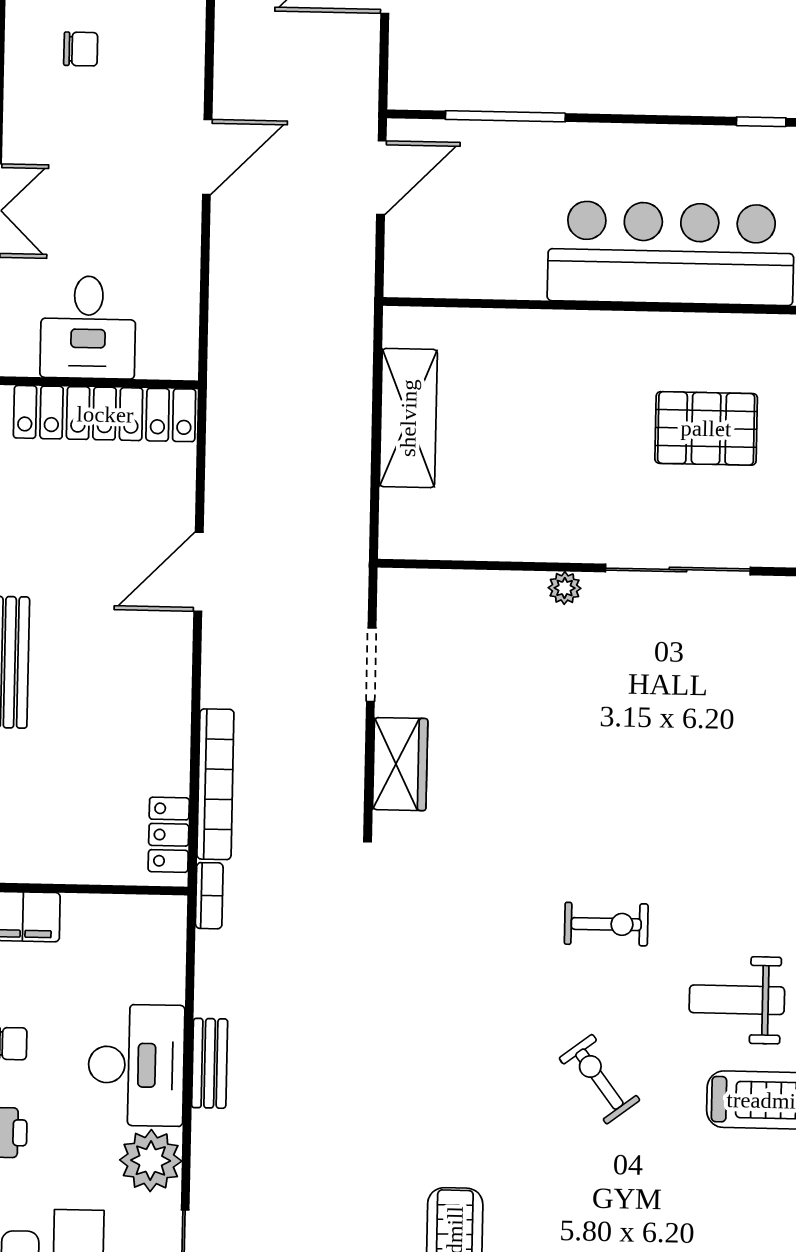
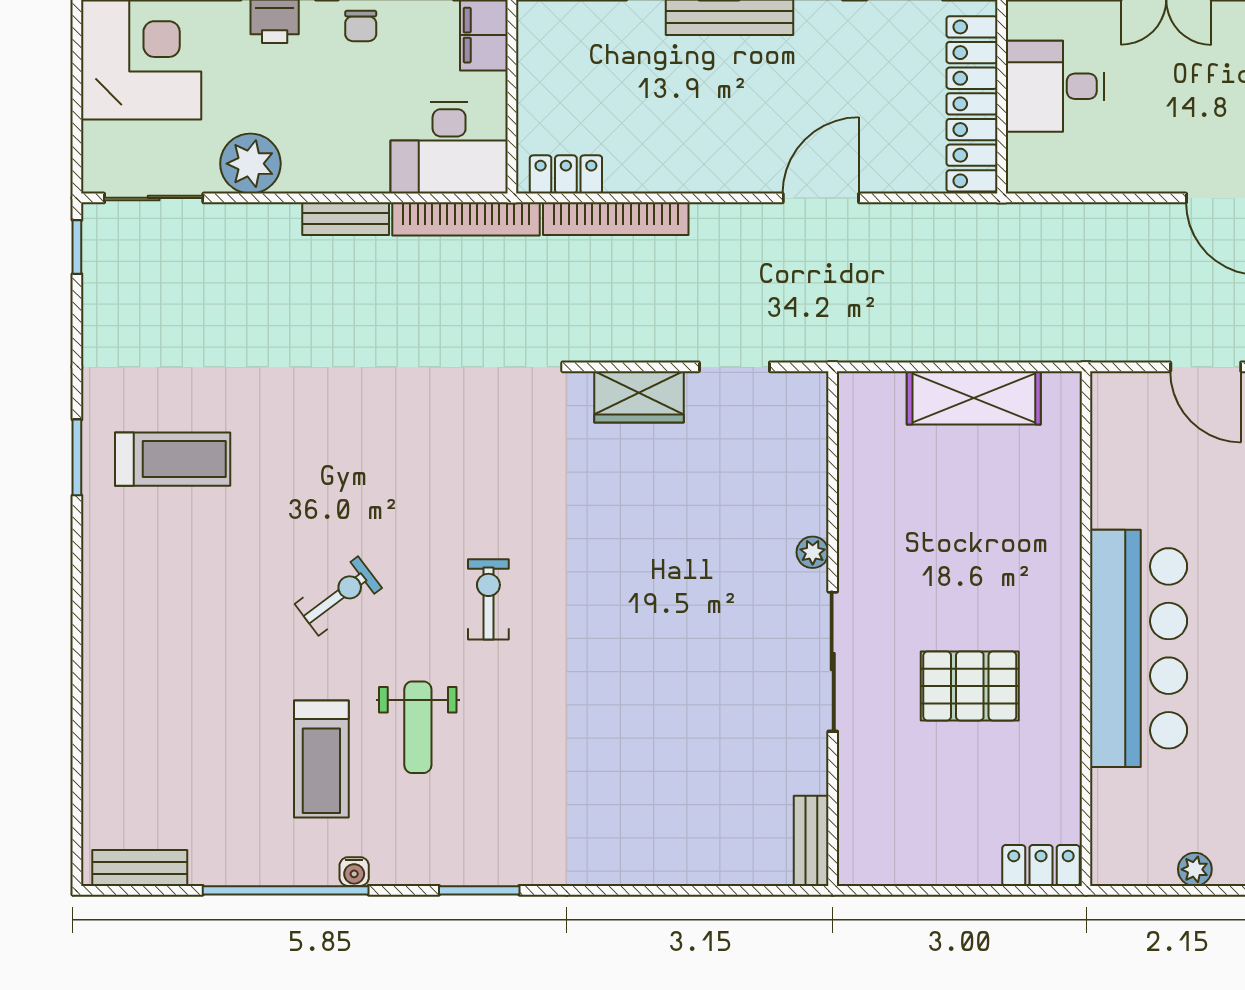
pallet: (706, 428) -> (970, 686), turned 90
door: (198, 572) -> (821, 198), hinge flipped
bookcase: (209, 896) -> (466, 219), width x2.31, depth x1.31
exercise bike: (606, 924) -> (488, 599), turned 180
weight bench: (737, 1000) -> (418, 727), turned 180
desk: (136, 1065) -> (449, 148), moved

